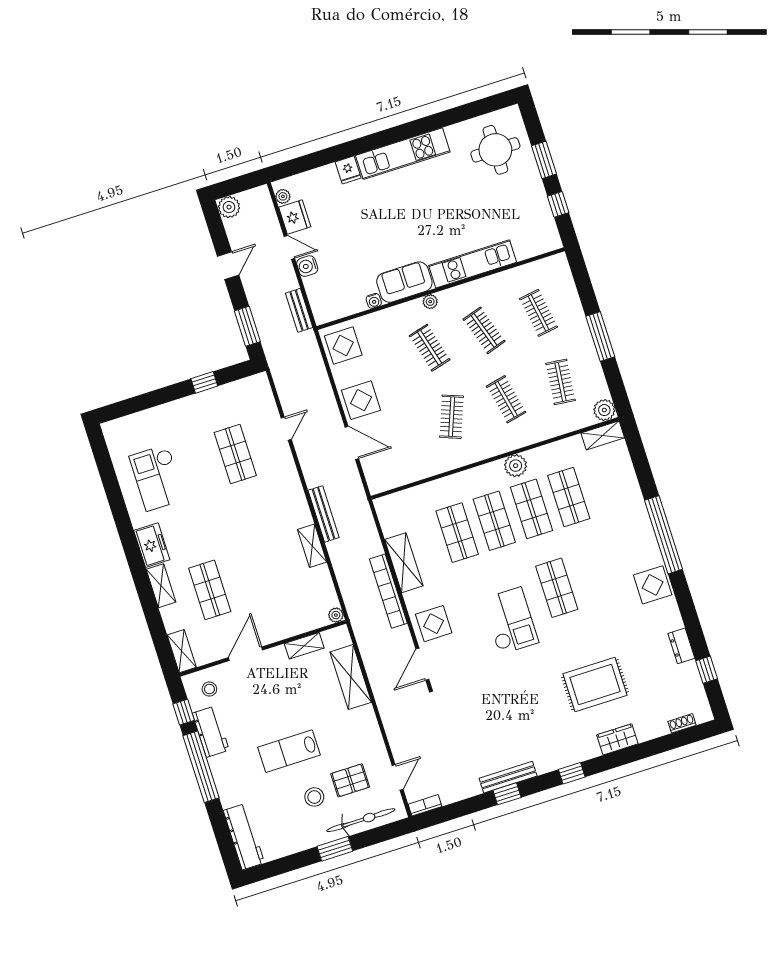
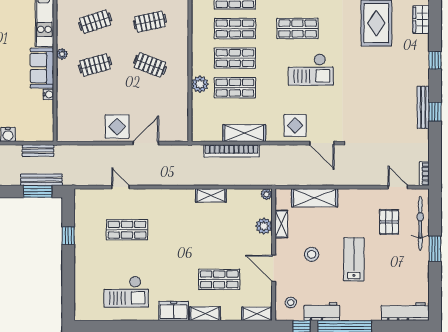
display table: (343, 345) -> (74, 127), removed
plant: (516, 466) -> (200, 84), moved
bench: (324, 514) -> (41, 180), moved
bookcase: (388, 591) -> (231, 151), moved
checkout: (510, 621) -> (311, 70), turned 180
plant: (295, 625) -> (264, 226), added
lab bench: (289, 751) -> (354, 259), turned 180
stool: (314, 797) -> (312, 254), moved

